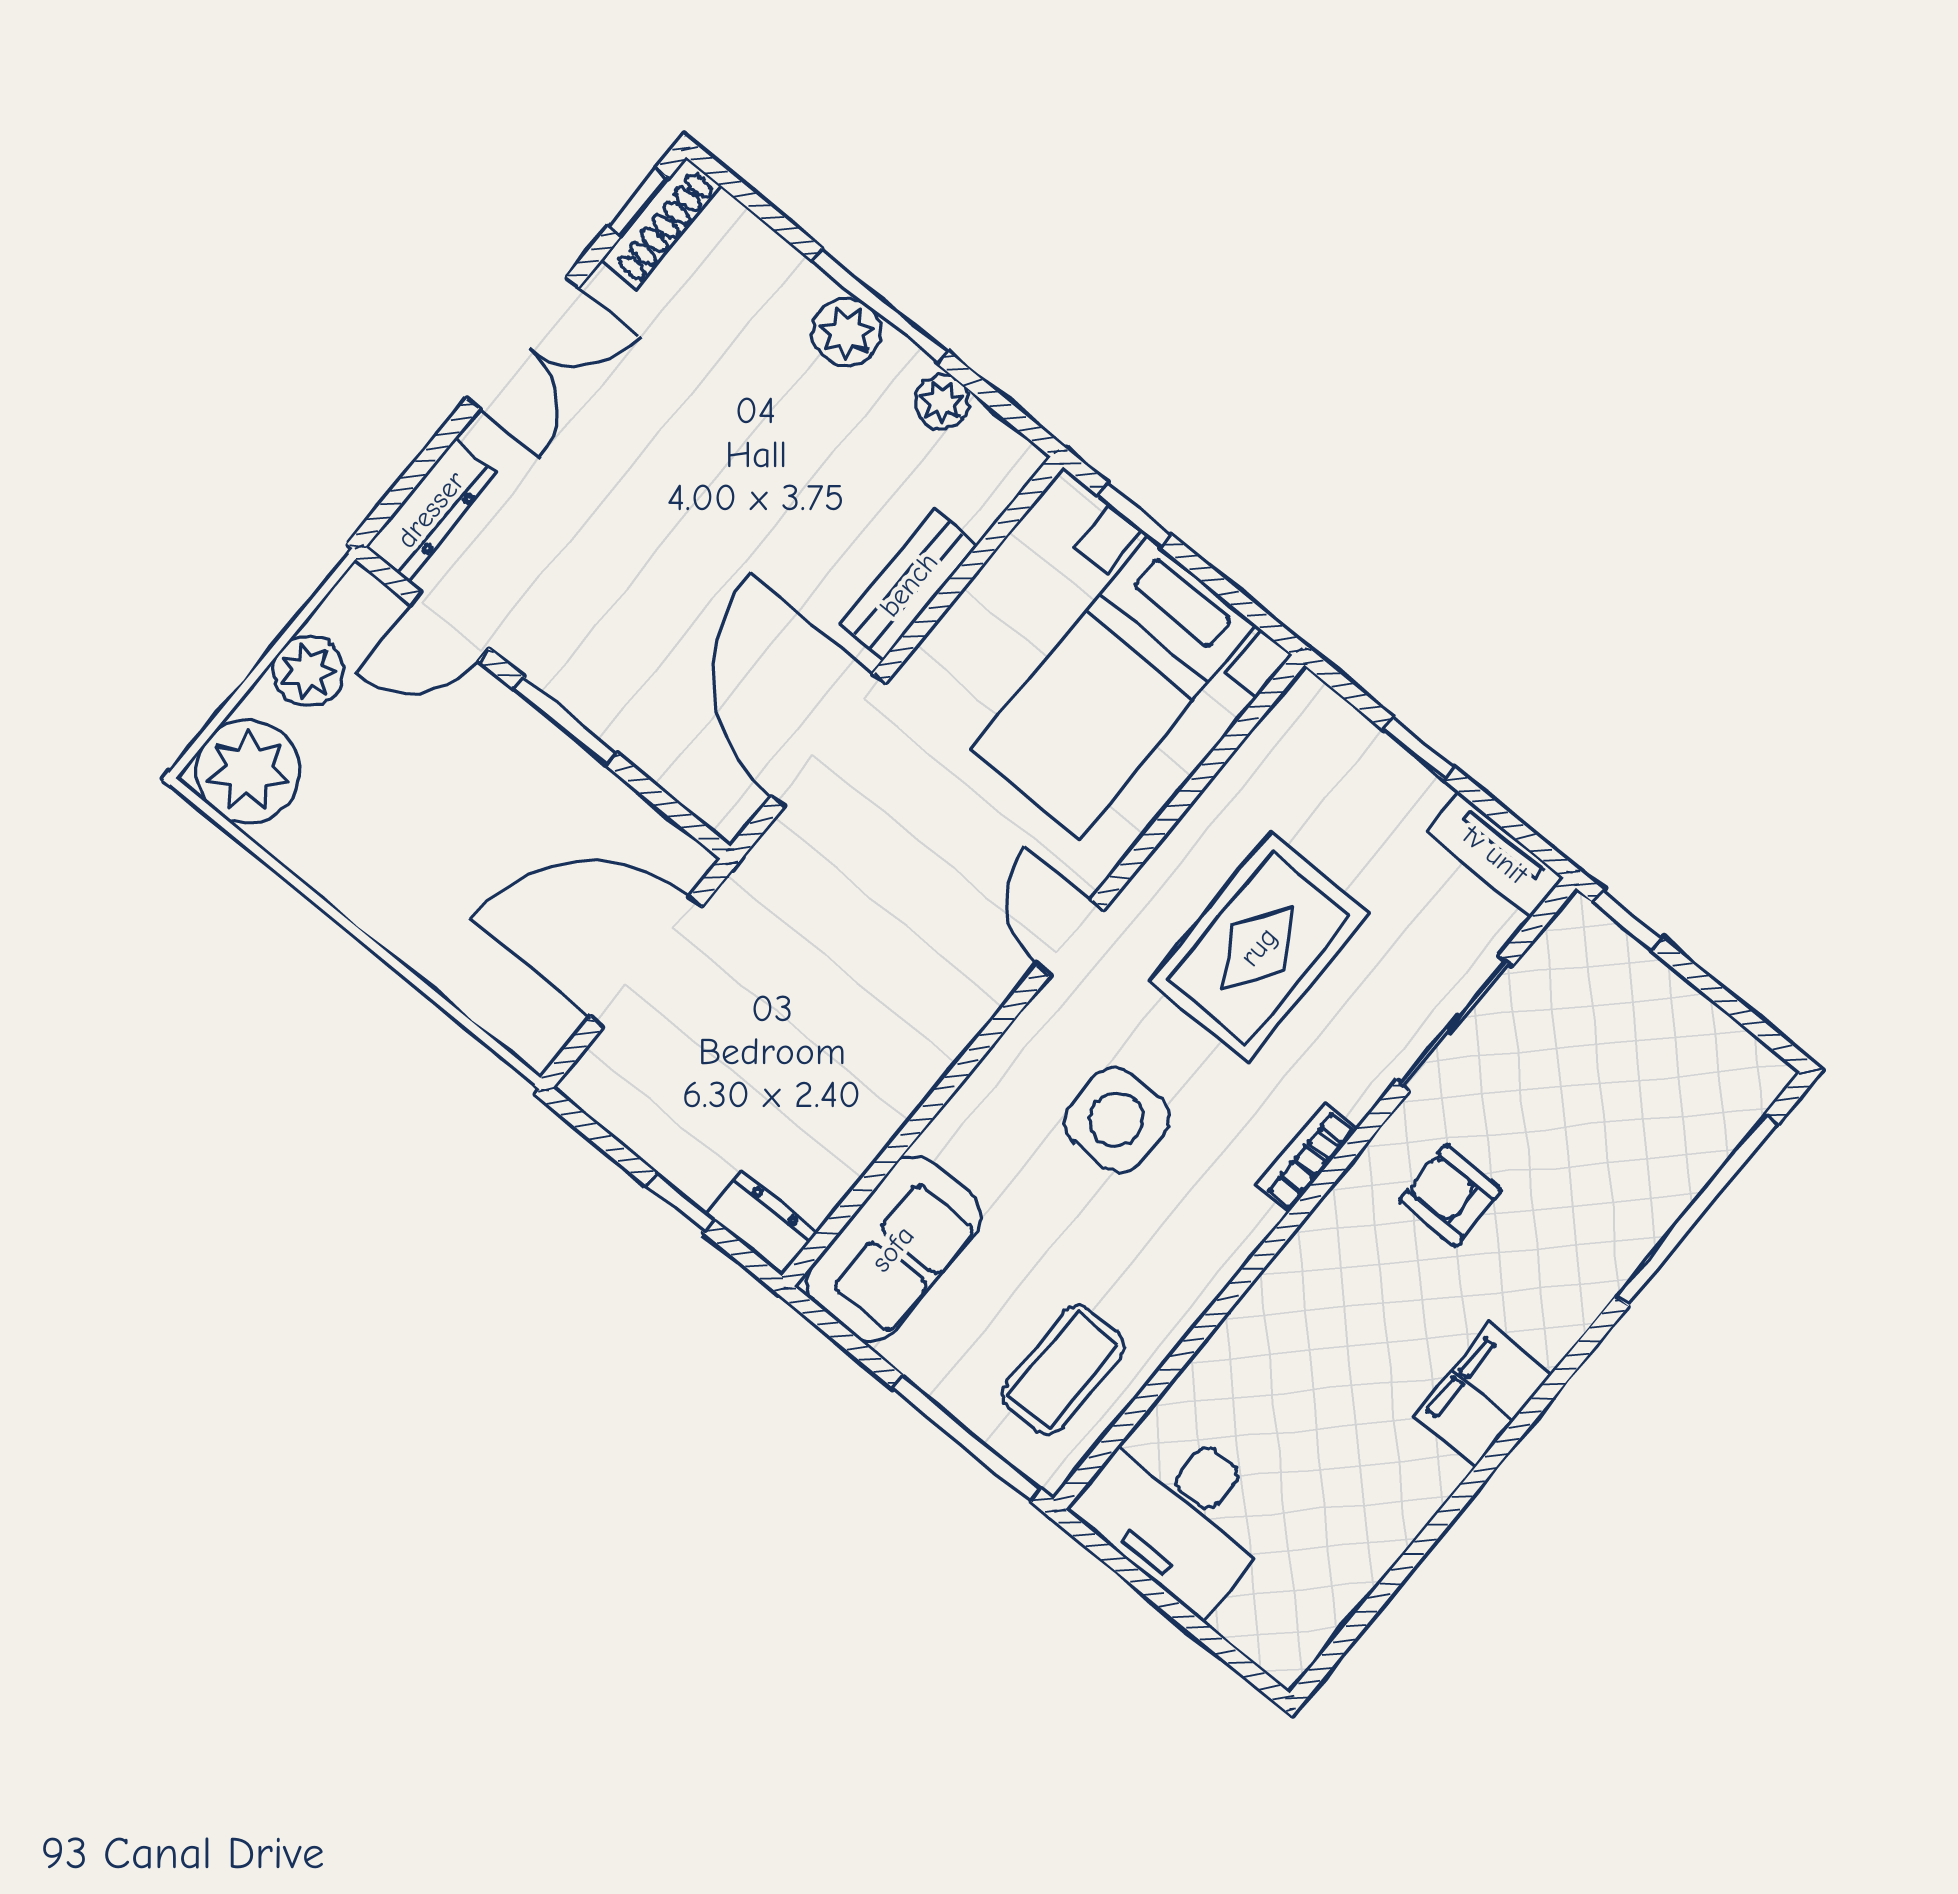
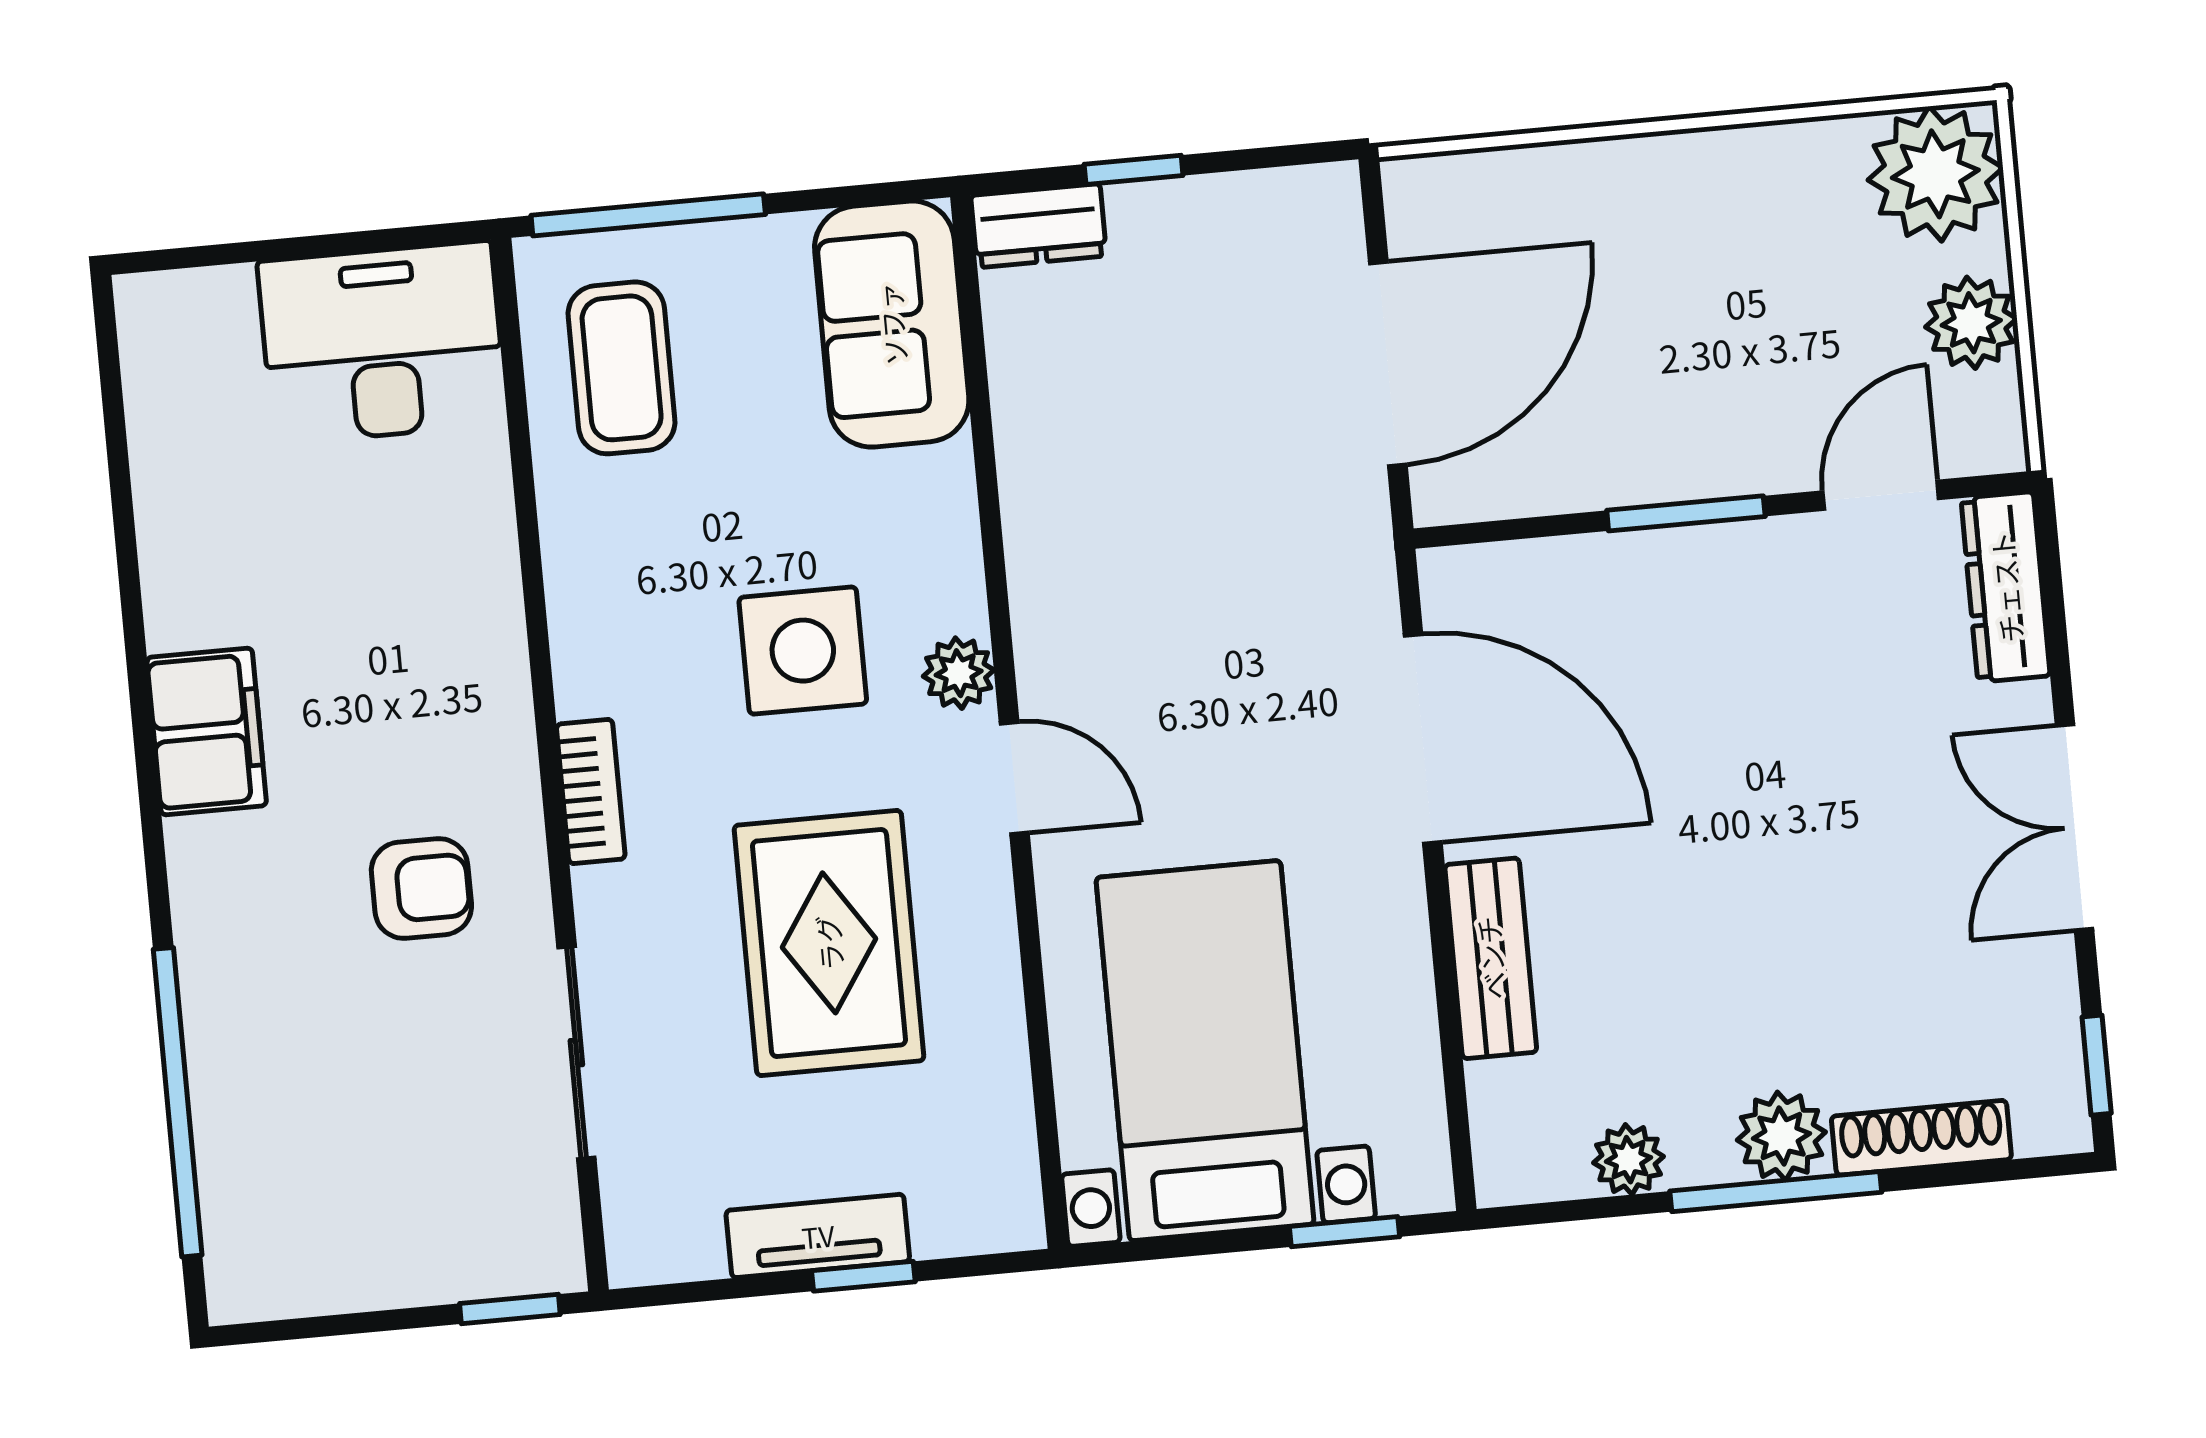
shoe rack: (661, 223) -> (1921, 1138), moved, turned 90
tv unit: (1495, 855) -> (818, 1236), moved
plant: (1044, 1024) -> (959, 673), added

